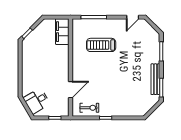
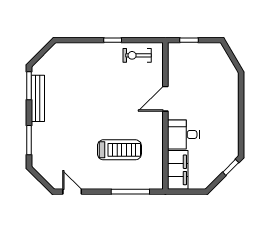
door: (133, 17) -> (72, 192), hinge flipped
door: (71, 90) -> (165, 99), moved
desk: (37, 101) -> (183, 135), moved, turned -150

